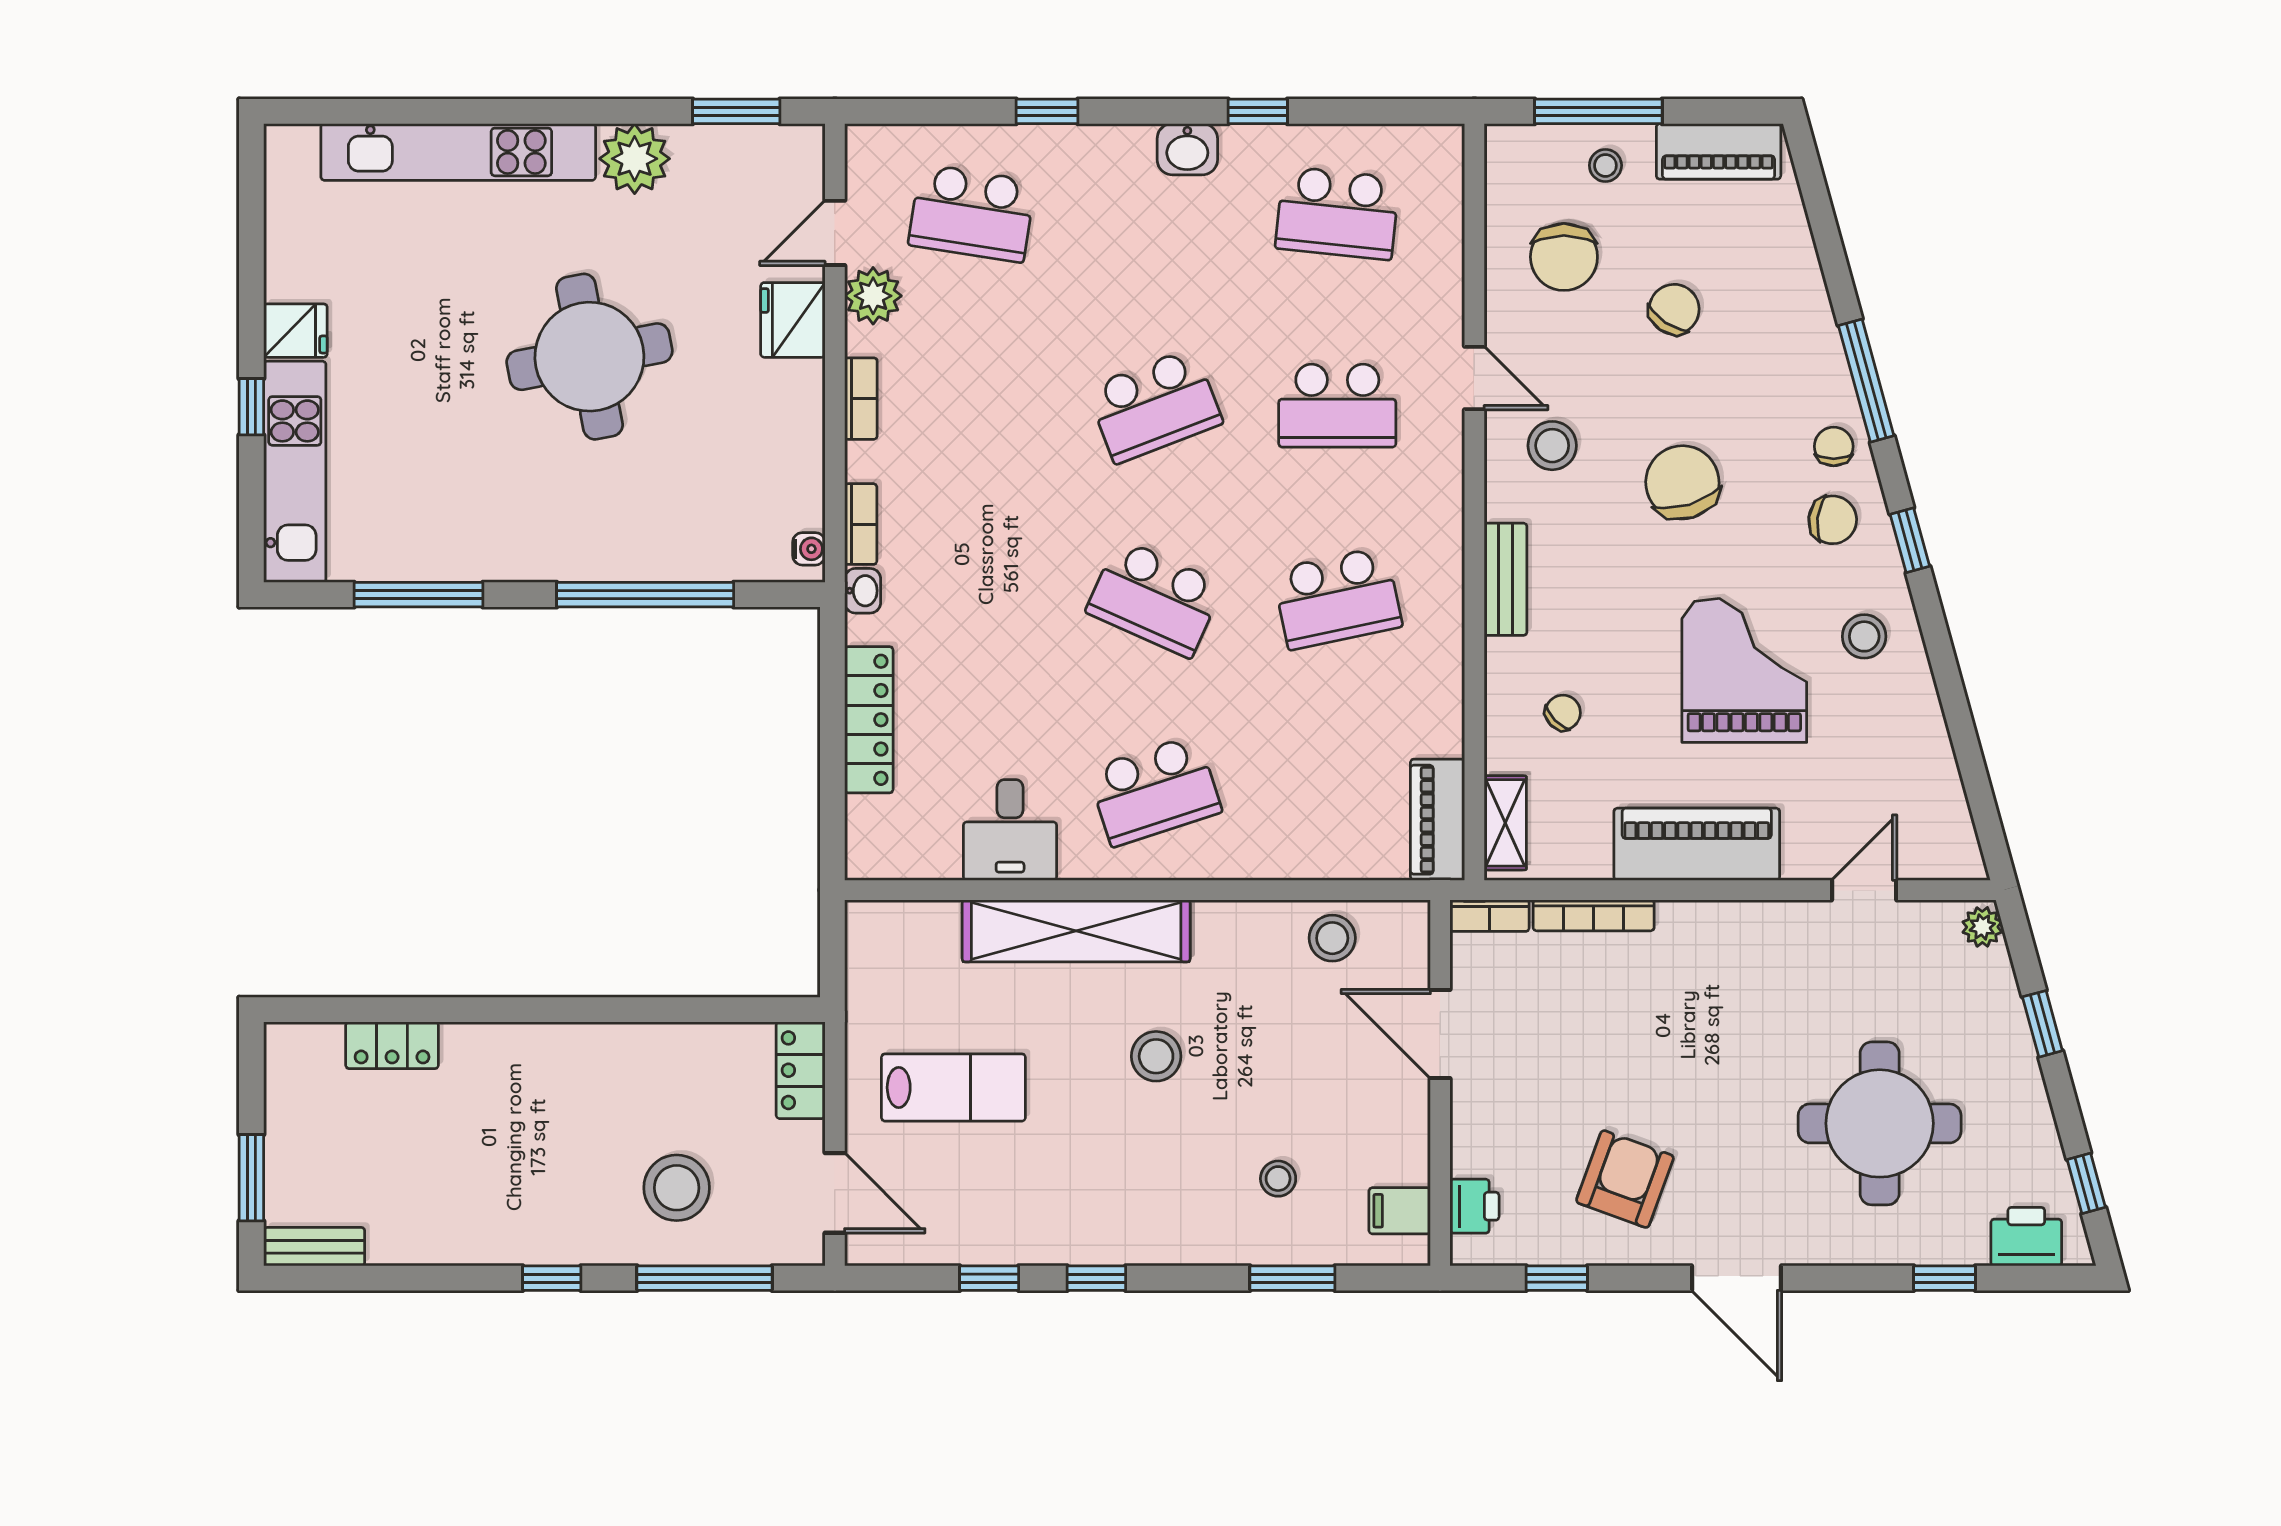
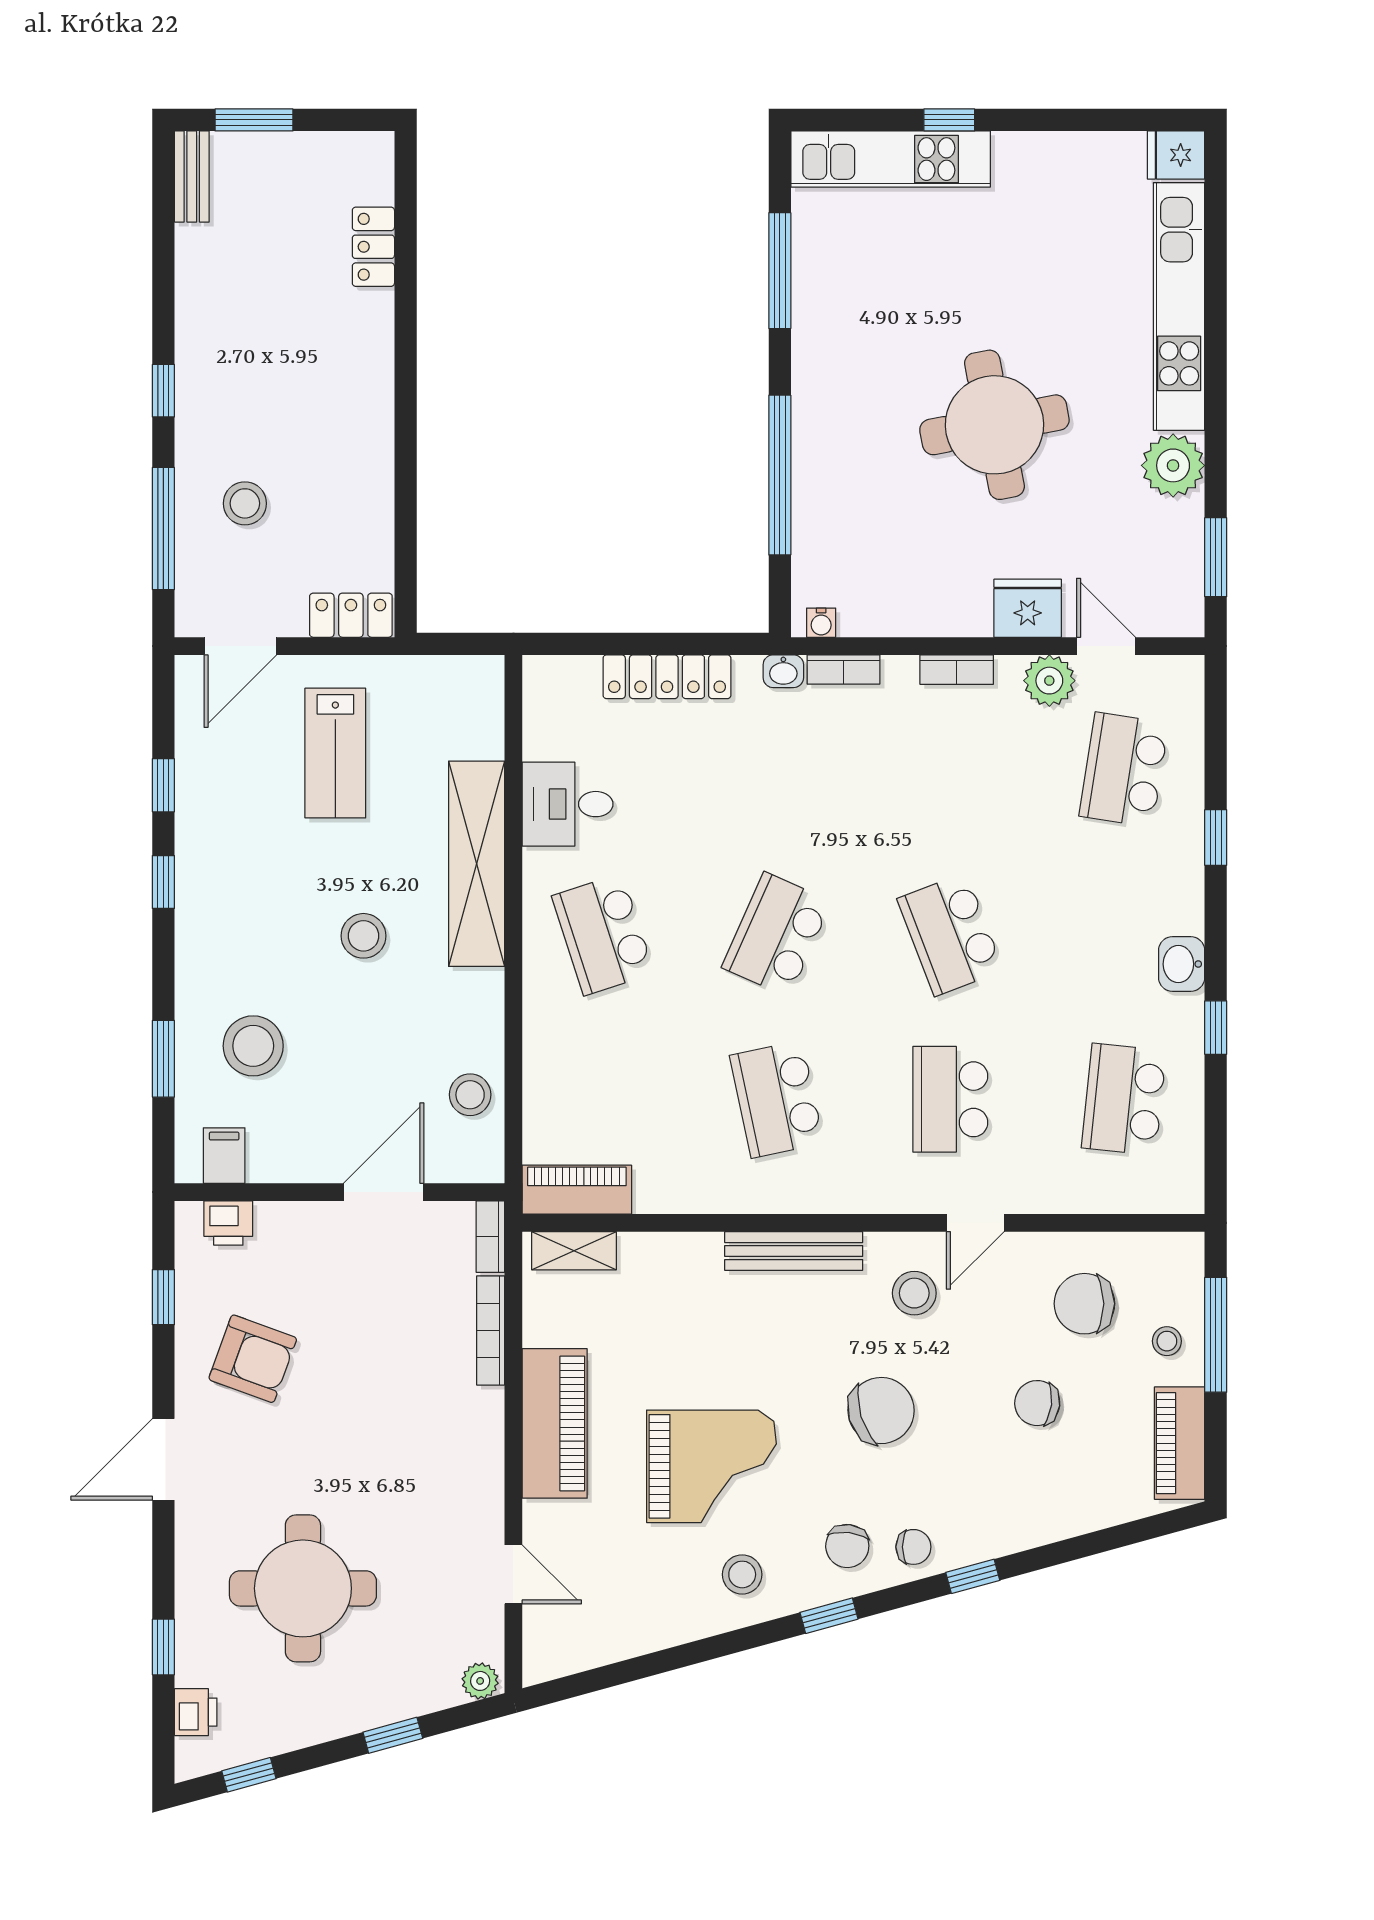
chair: (1674, 309) -> (1037, 1403), turned 153
fridge: (295, 331) -> (1176, 155), moved, turned 90
window: (1866, 381) -> (973, 1576), width x0.46
bench: (1506, 579) -> (794, 1251), width x1.36
chair: (1563, 713) -> (673, 1303), removed
stool: (1278, 1179) -> (253, 1046), width x1.89, depth x1.89
stool: (677, 1188) -> (245, 503), width x0.73, depth x0.73
printer: (2026, 1237) -> (196, 1712), width x0.73, depth x0.81

